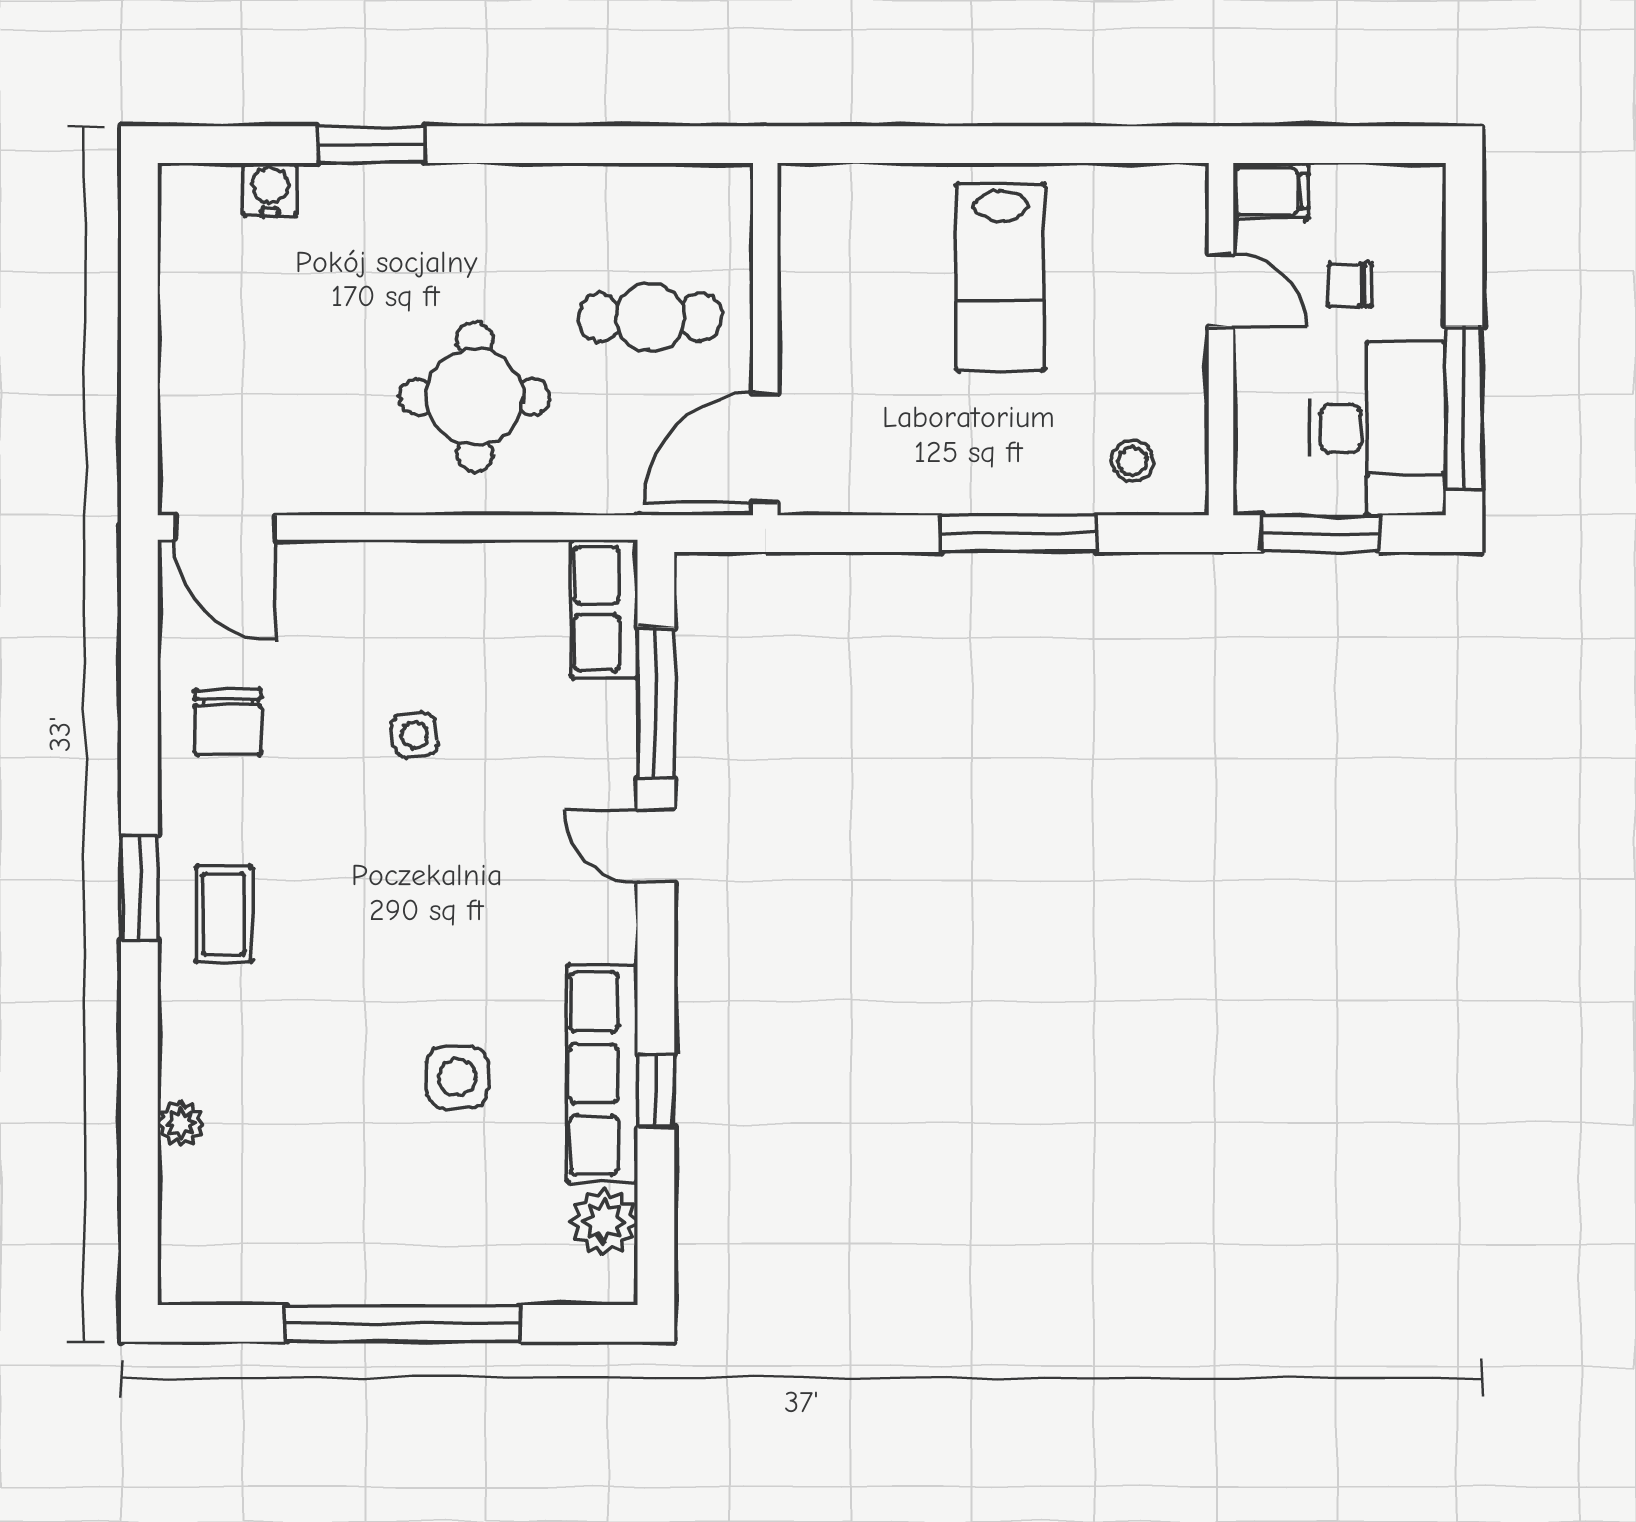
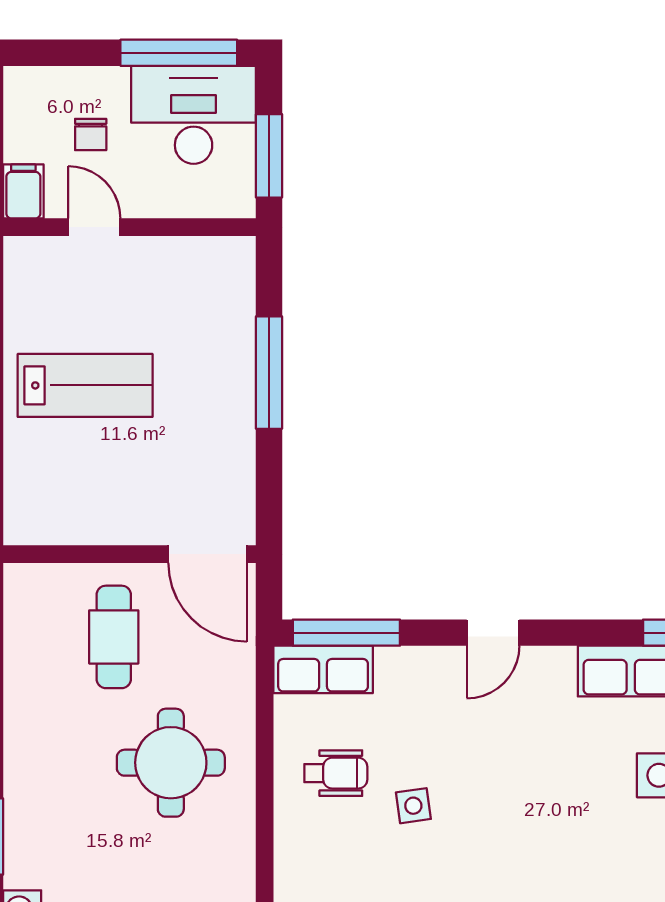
door: (1221, 290) -> (94, 227), hinge flipped
stool: (1132, 461) -> (217, 291), removed
wheelchair: (460, 627) -> (336, 773), added
window: (656, 702) -> (346, 633), moved

